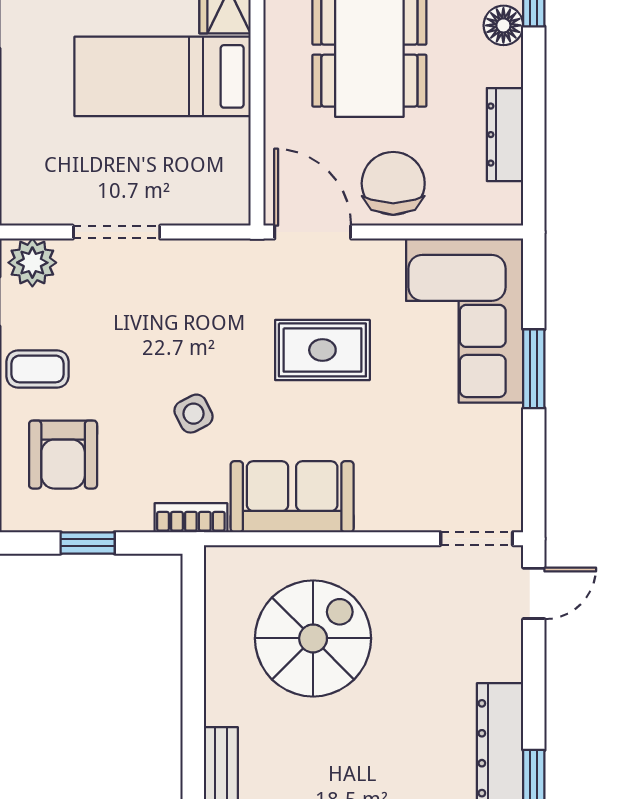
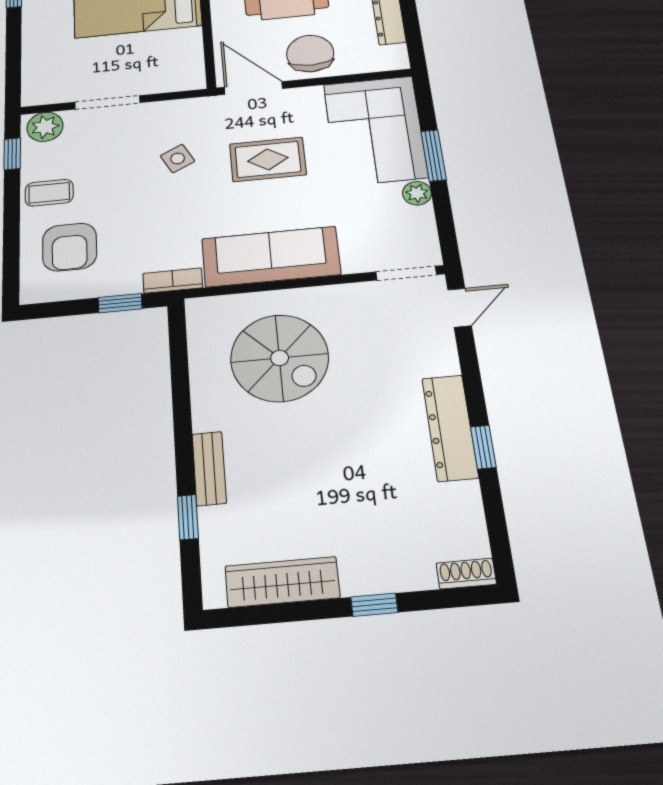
side table: (194, 414) -> (178, 158), moved
plant: (505, 424) -> (417, 193), added
sofa: (292, 497) -> (271, 257), width x1.36
window: (88, 543) -> (120, 303), moved
spiral stairs: (313, 638) -> (280, 358), turned 90

